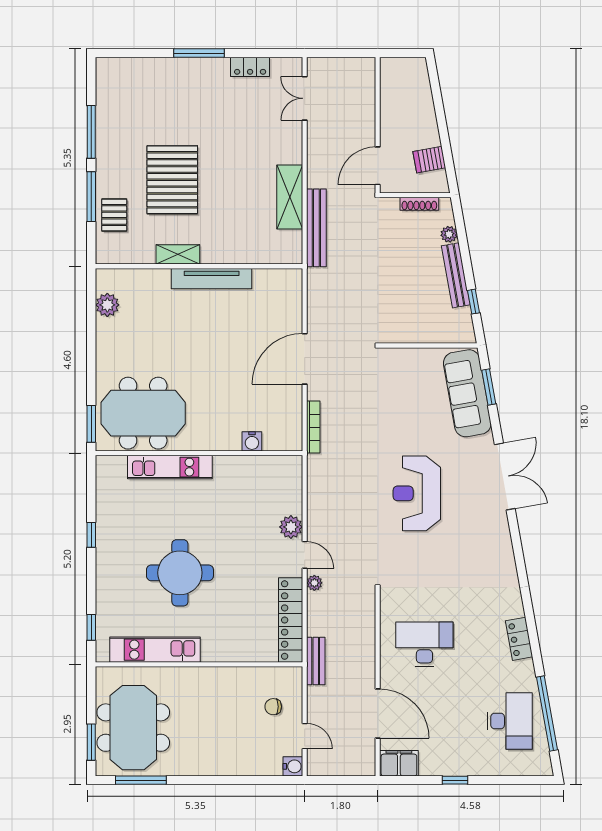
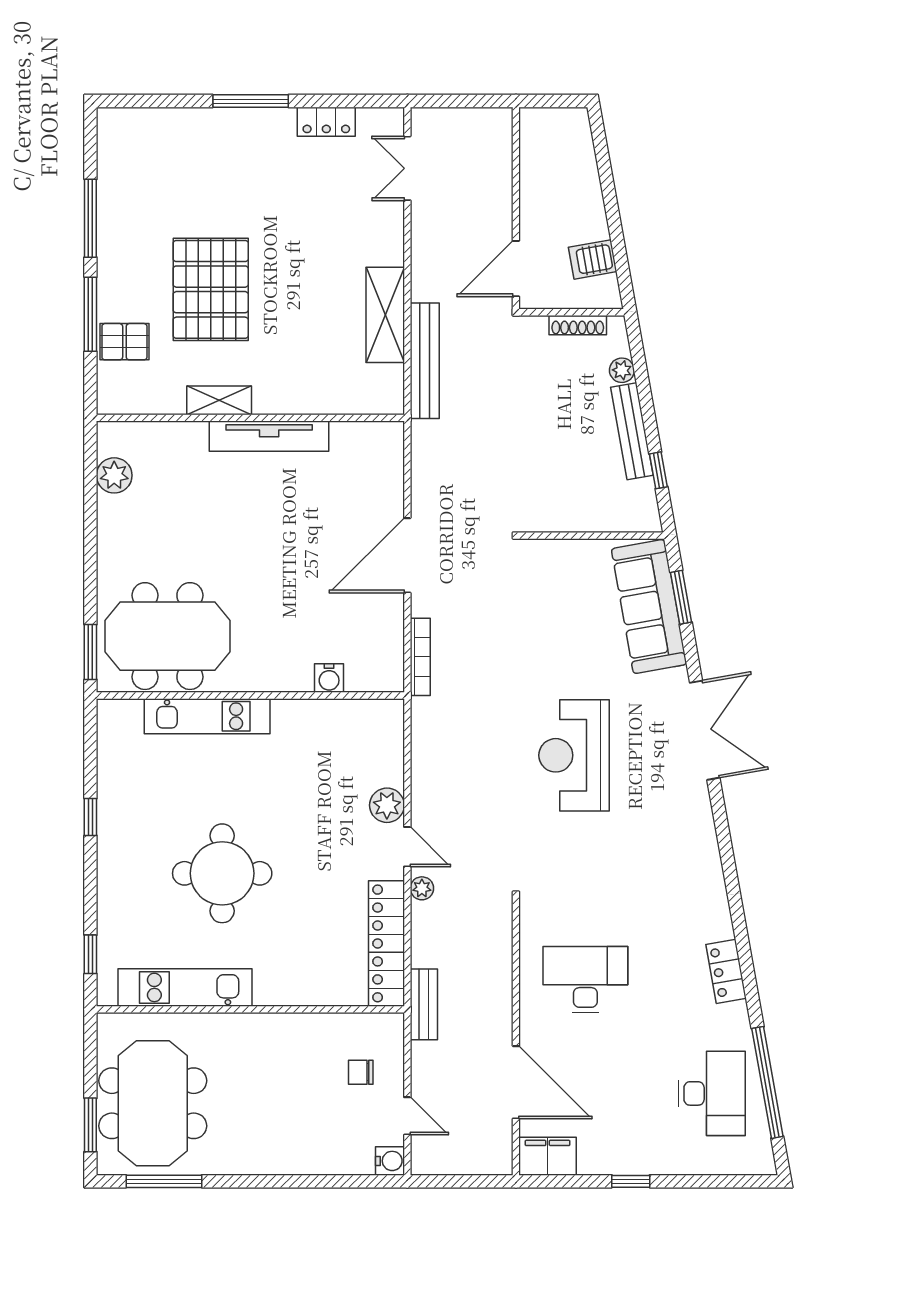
pallet: (114, 215) -> (124, 342), turned 90

